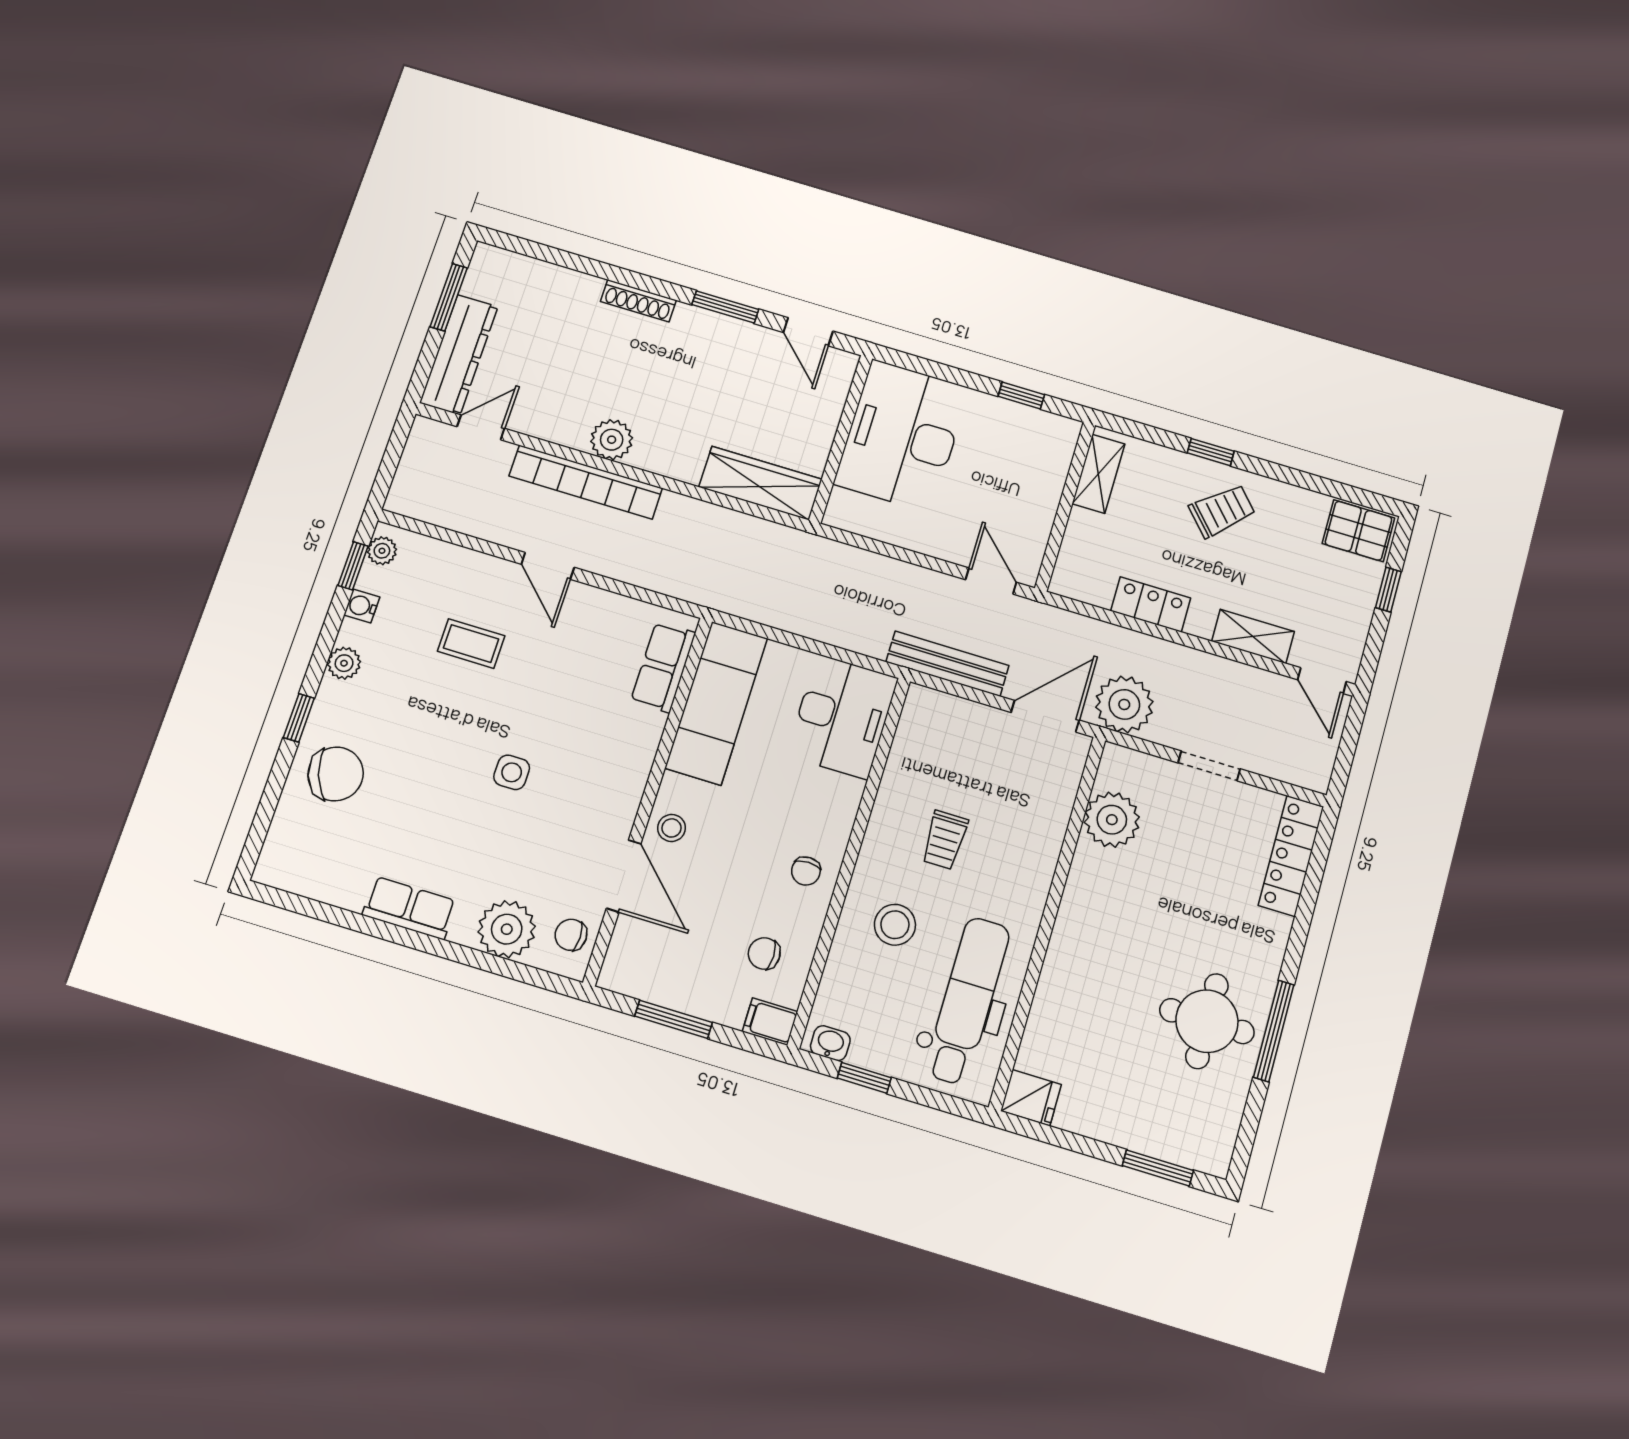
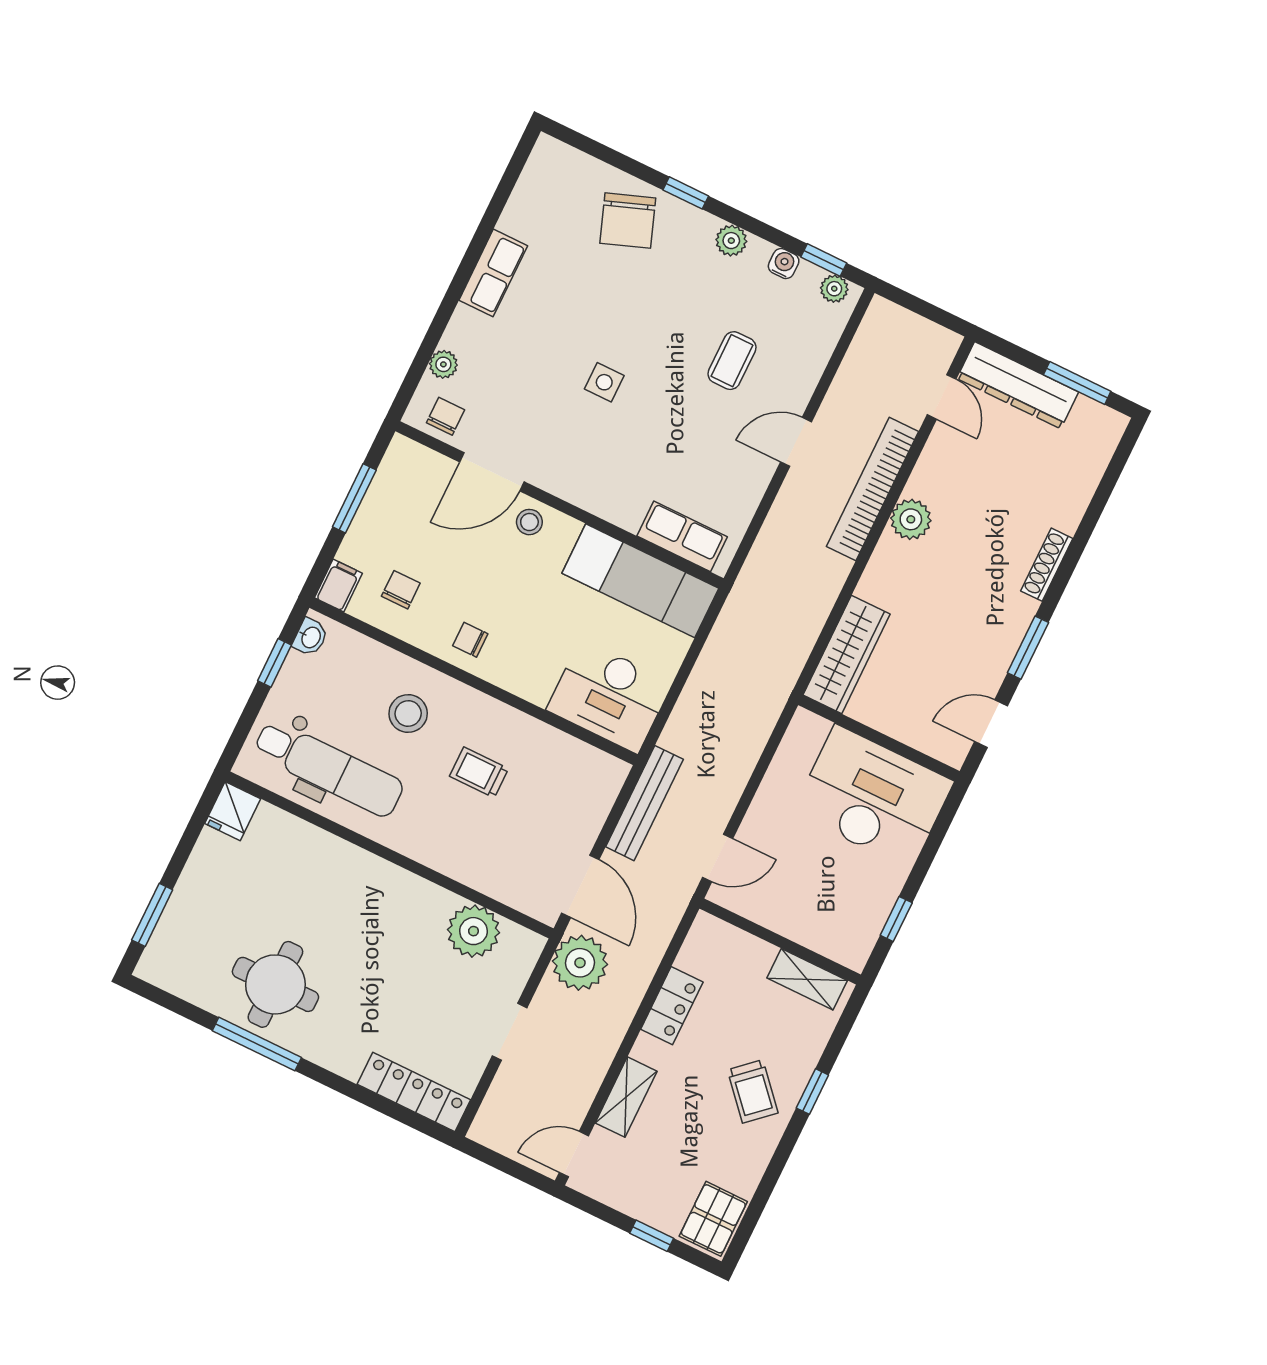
plant: (507, 929) -> (443, 364), width x0.53, depth x0.53

